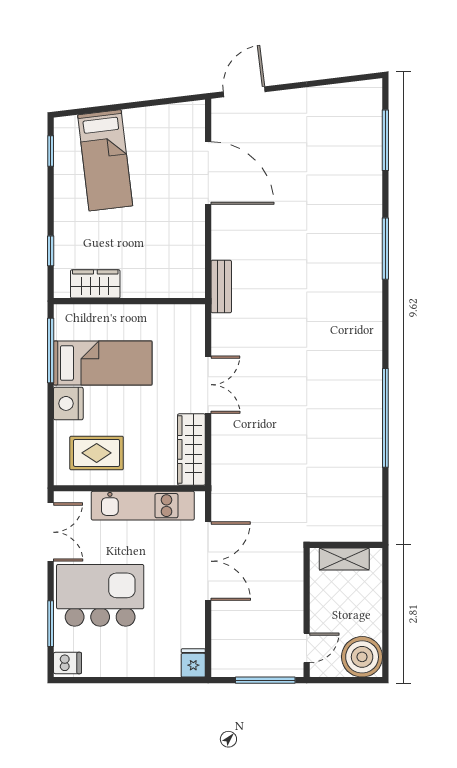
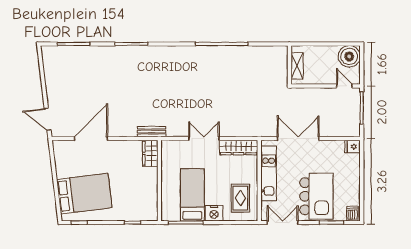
bed: (105, 160) -> (84, 194), width x1.50
wardrobe: (95, 284) -> (150, 153), moved
kitchen island: (100, 595) -> (316, 196), turned 180

